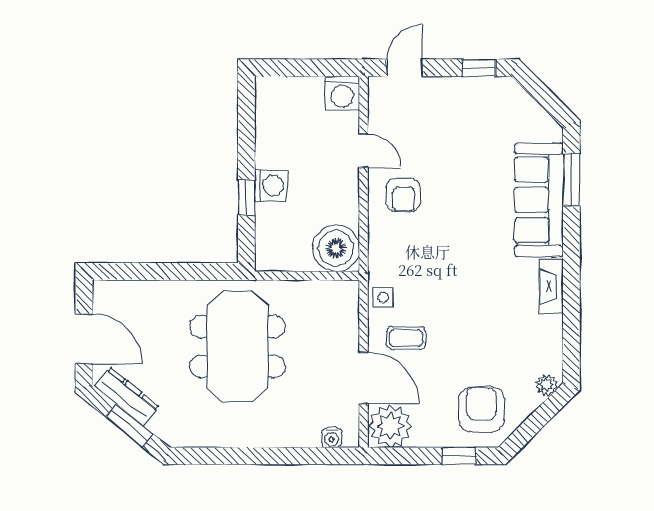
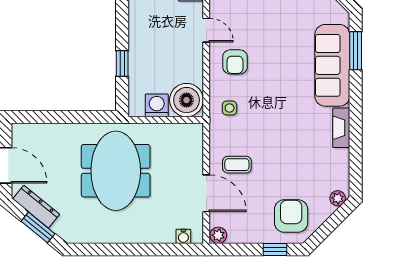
washing machine: (271, 186) -> (157, 105), moved, turned -90
side table: (383, 297) -> (230, 108), moved
plant: (390, 426) -> (218, 235), width x0.53, depth x0.53

